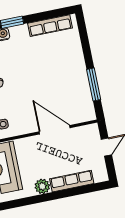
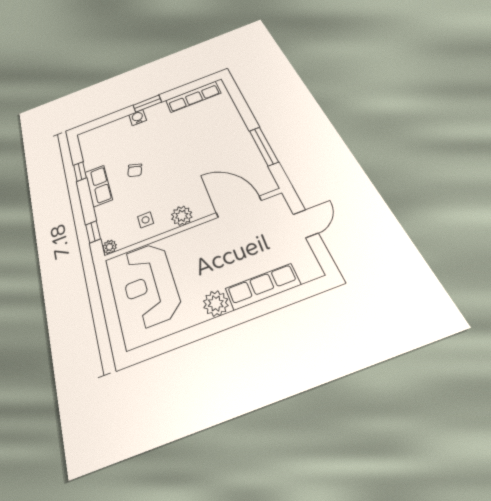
plant: (29, 126) -> (182, 216), added
door: (55, 130) -> (239, 207), moved

